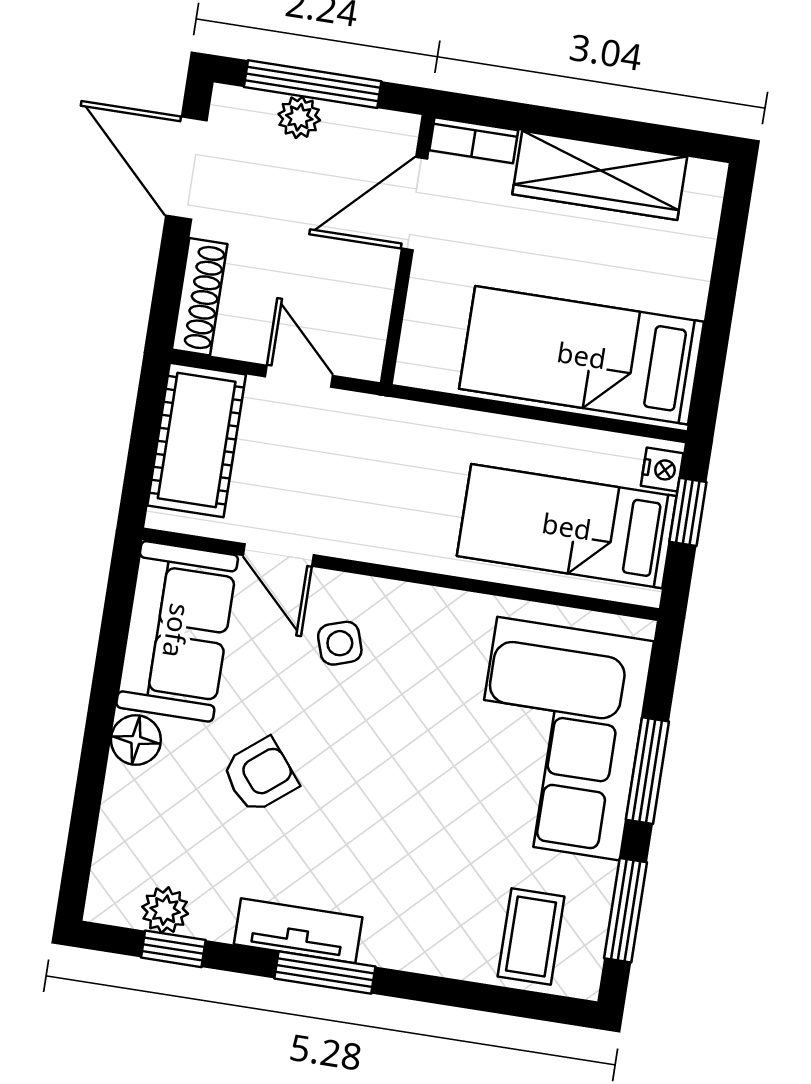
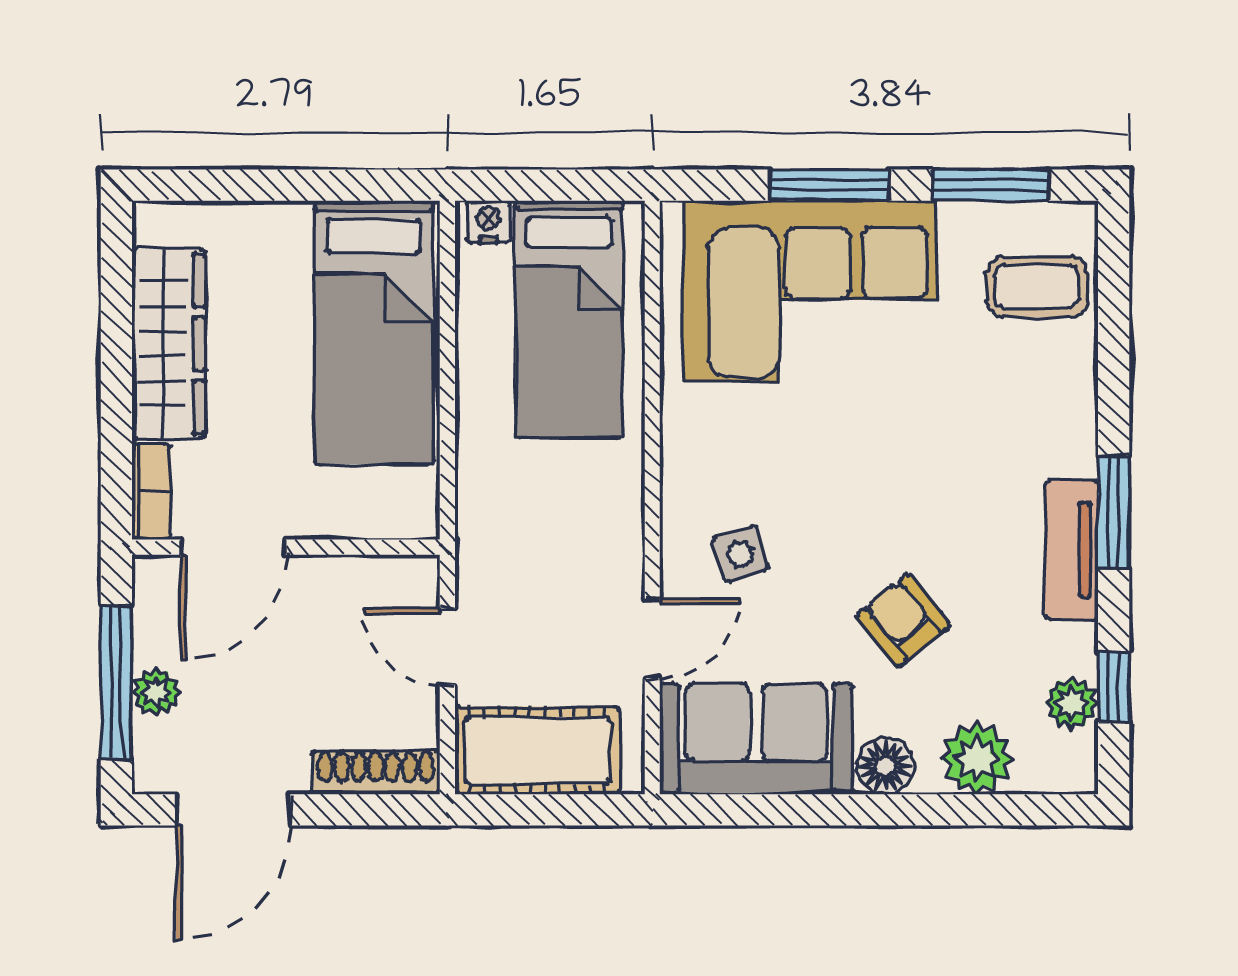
door: (414, 204) -> (233, 547), hinge flipped
door: (299, 376) -> (447, 647), hinge flipped
window: (688, 512) -> (531, 185), removed
plant: (130, 820) -> (977, 759), added

